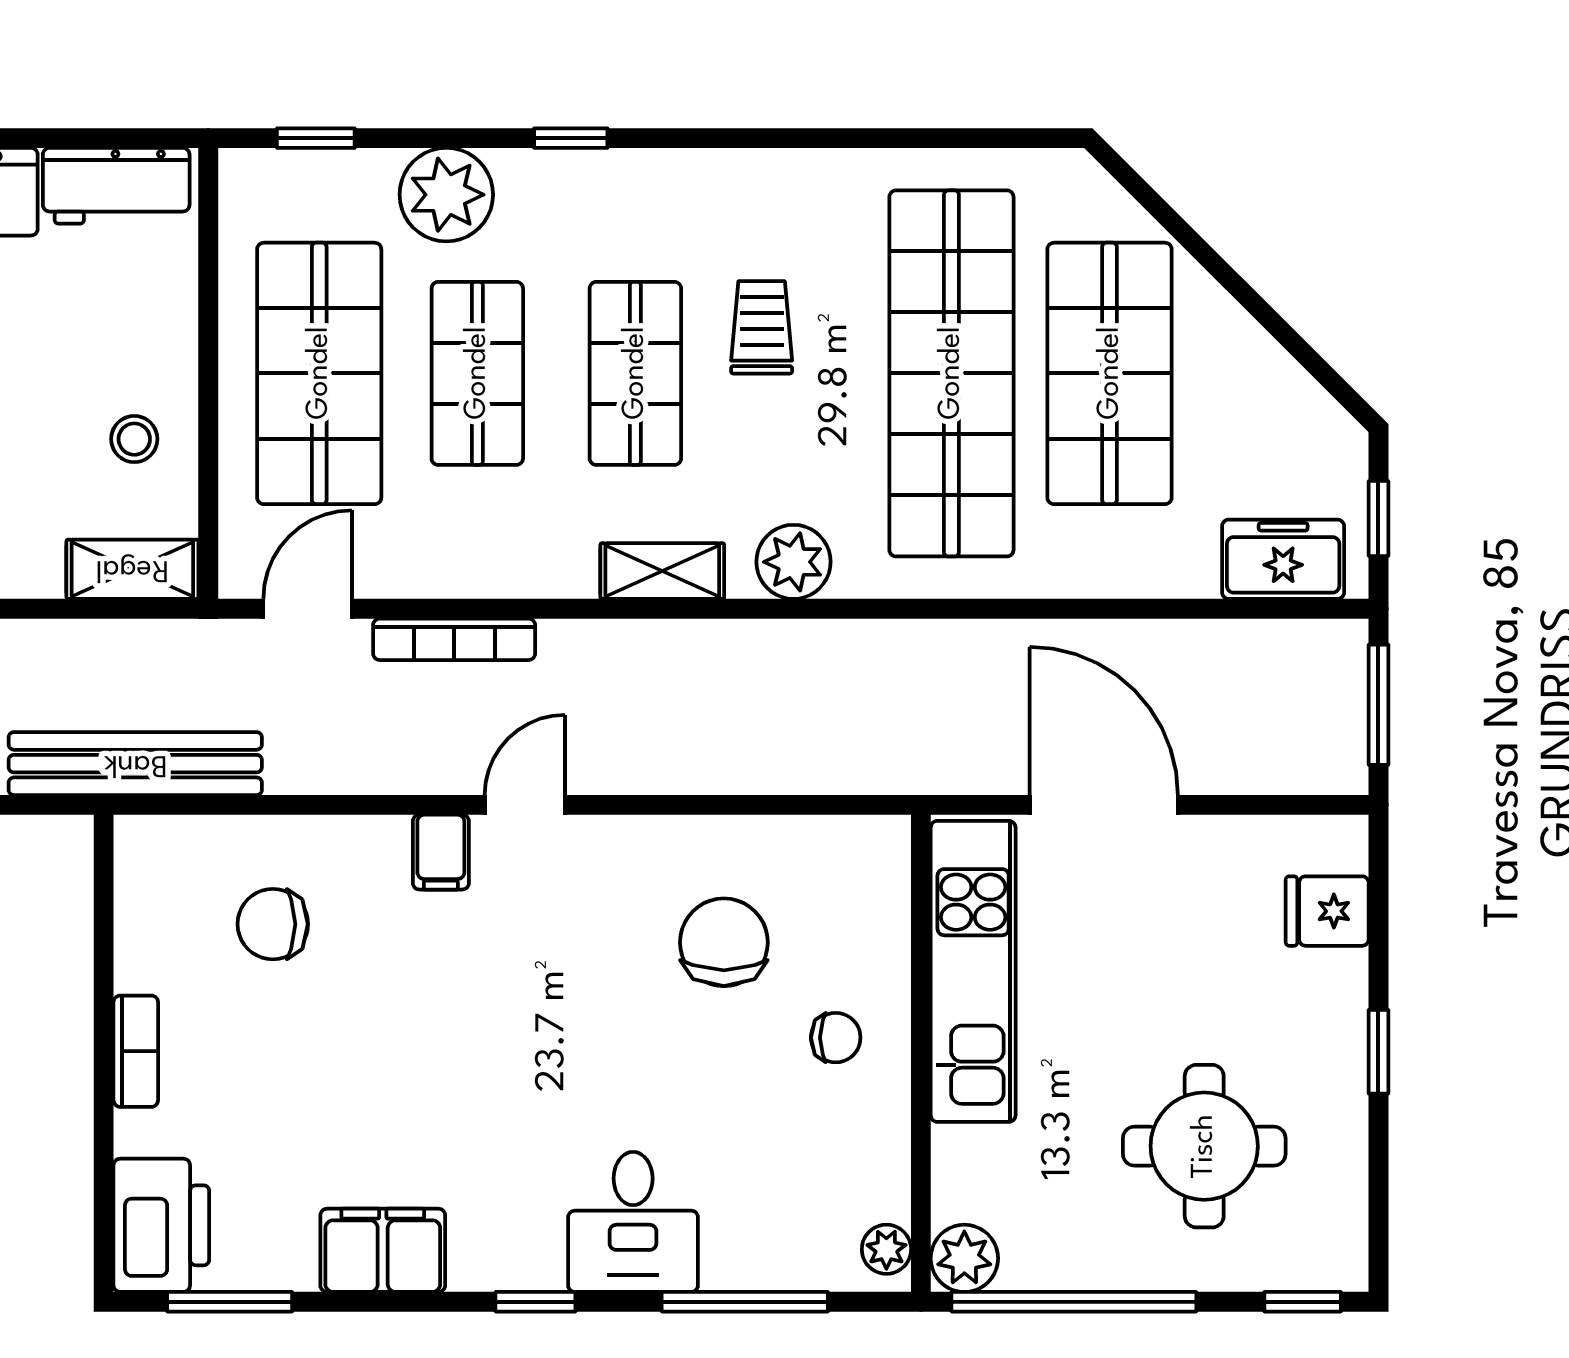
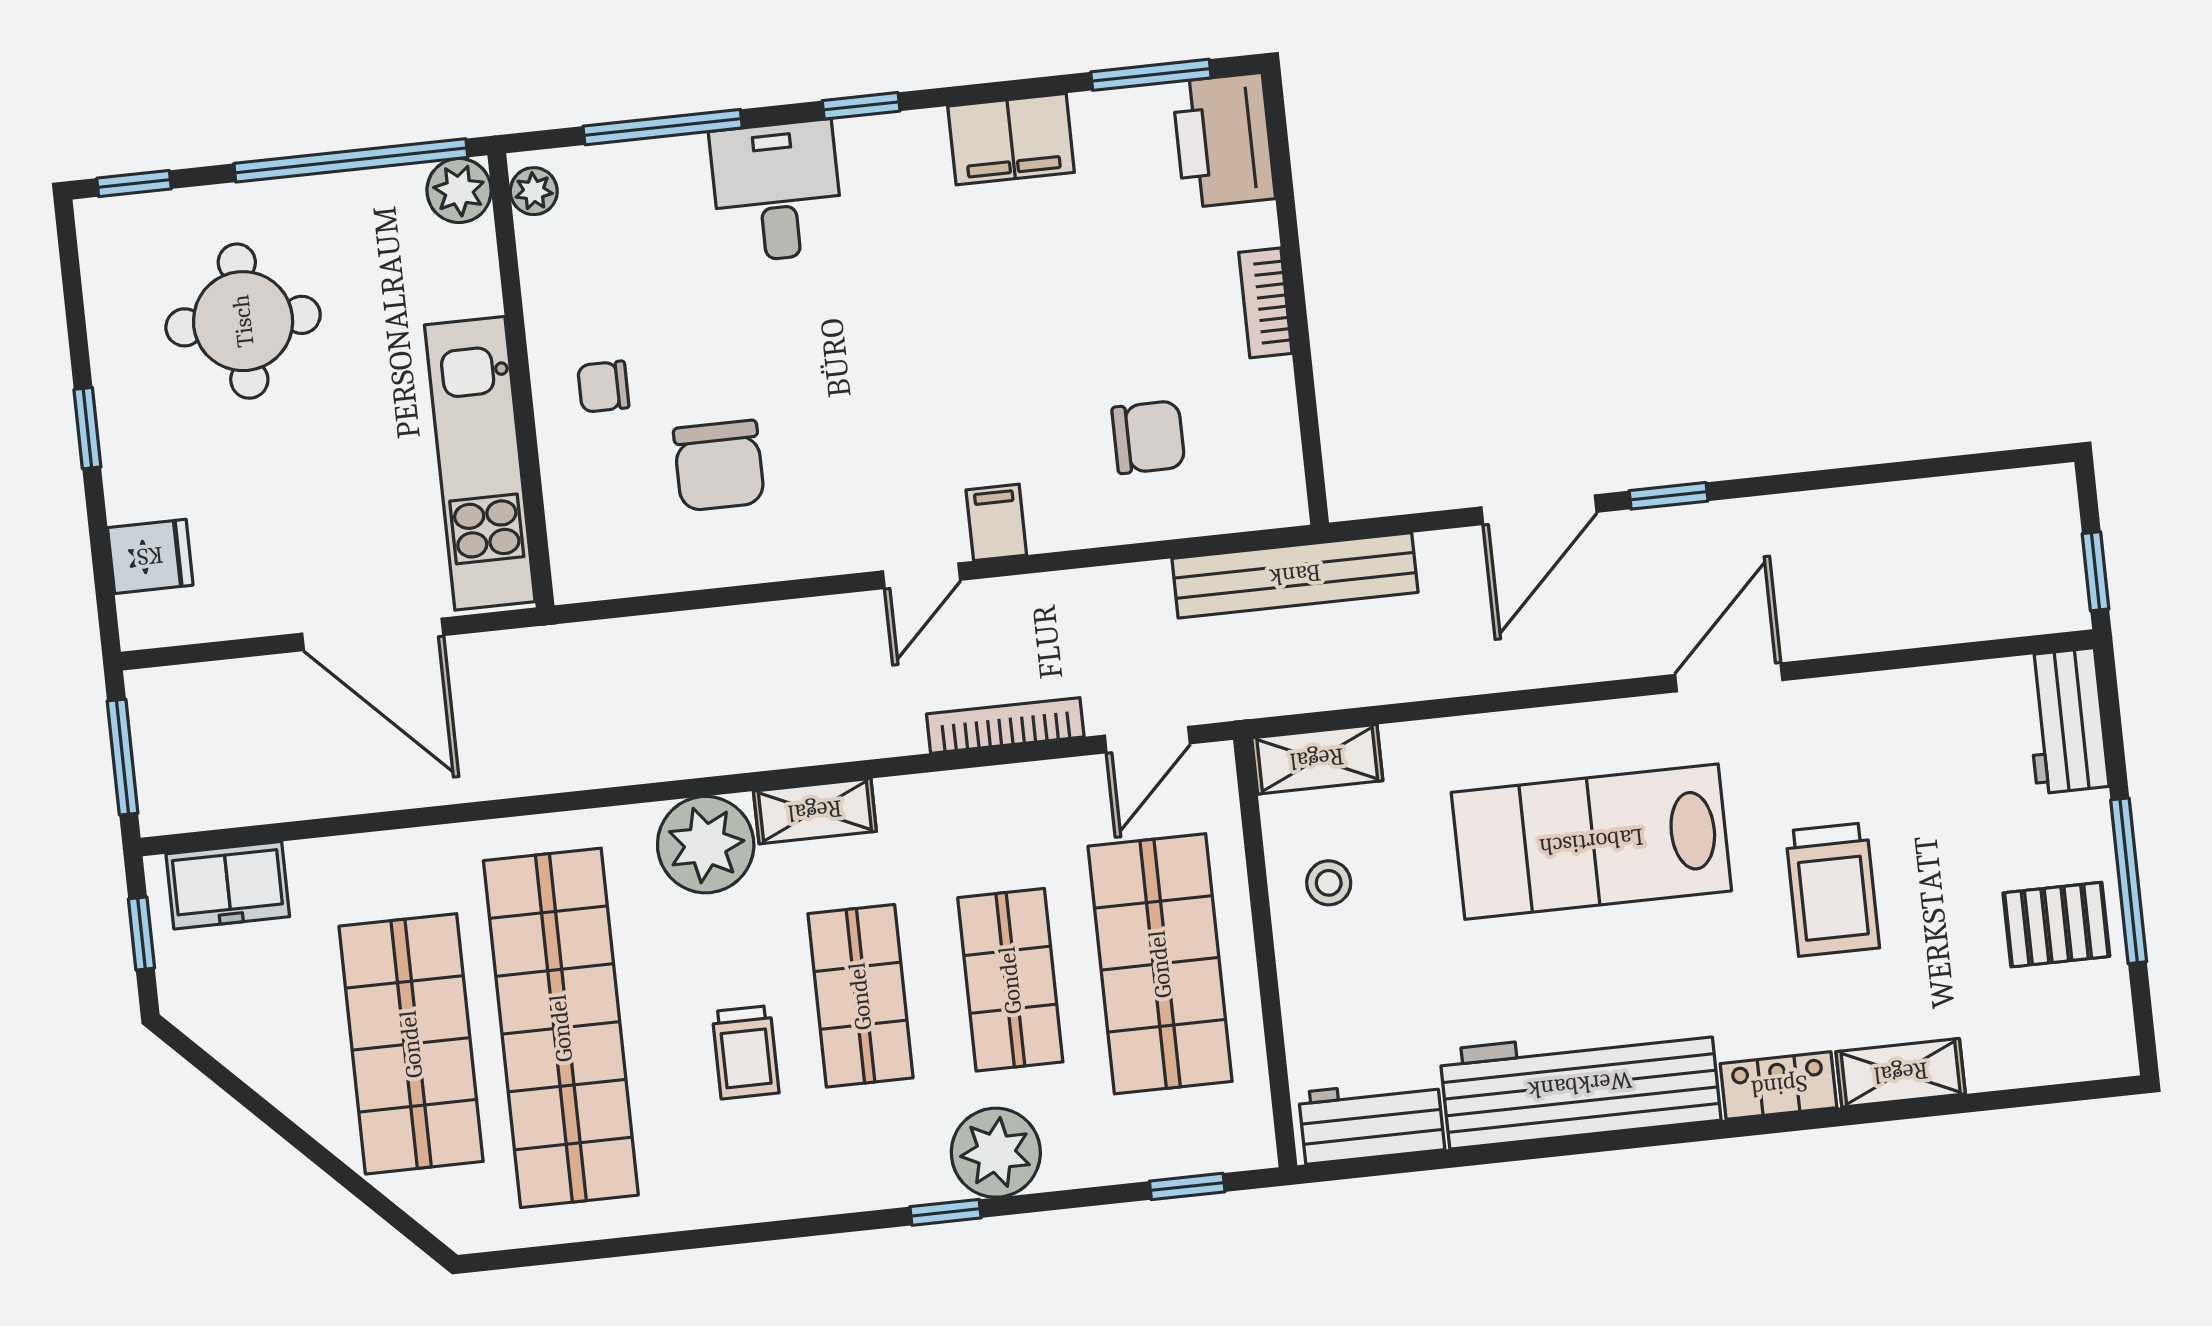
plant: (446, 195) -> (996, 1153), moved
plant: (793, 562) -> (706, 845), width x1.36, depth x1.36

